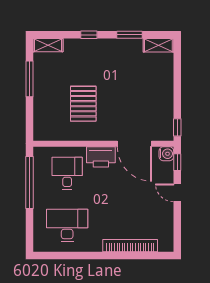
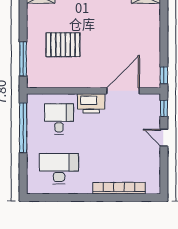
window: (29, 79) -> (23, 59), moved
pallet: (83, 104) -> (63, 45), moved, turned 90
door: (134, 144) -> (123, 91), swing flipped
water cooler: (166, 154) -> (154, 100), removed

